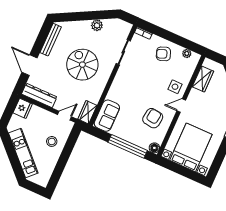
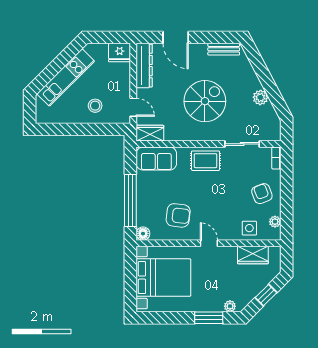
bench: (51, 40) -> (224, 49), width x0.73
door: (30, 65) -> (176, 37), swing flipped
rug: (123, 82) -> (206, 161), added
side table: (175, 87) -> (249, 228), moved

